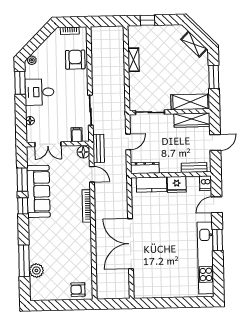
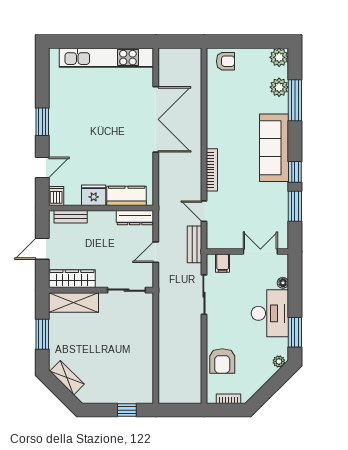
shelving: (134, 60) -> (146, 359), removed
desk: (39, 92) -> (270, 313), width x1.37
floor lamp: (83, 152) -> (214, 240), removed
sofa: (38, 191) -> (274, 148), moved
kitchen unit: (205, 258) -> (106, 58), moved, turned 90
plant: (37, 293) -> (279, 57), added

